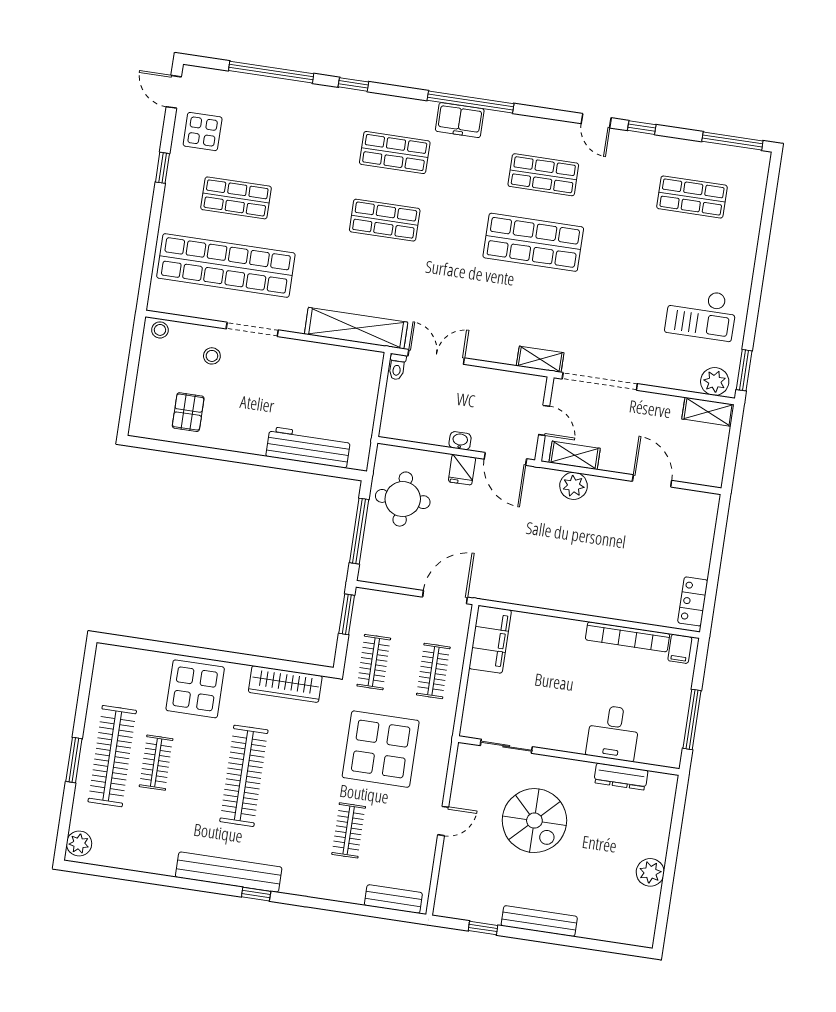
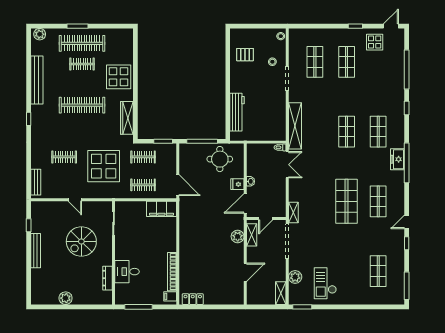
shop shelf: (226, 265) -> (315, 62), width x0.50, depth x0.74
plant: (715, 381) -> (295, 277), moved
bench: (229, 872) -> (37, 80), moved

